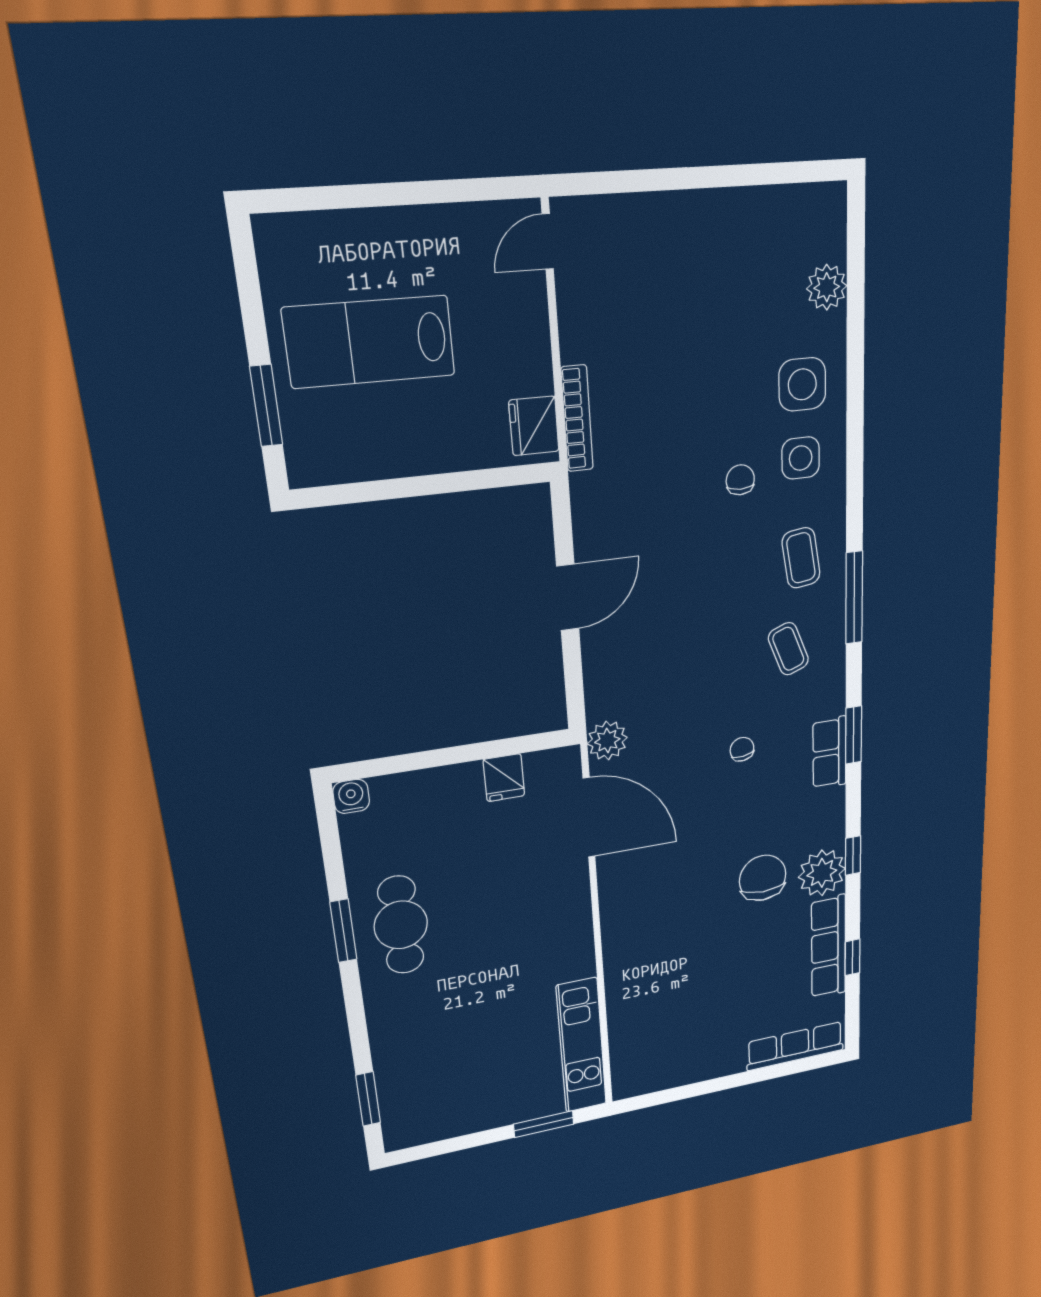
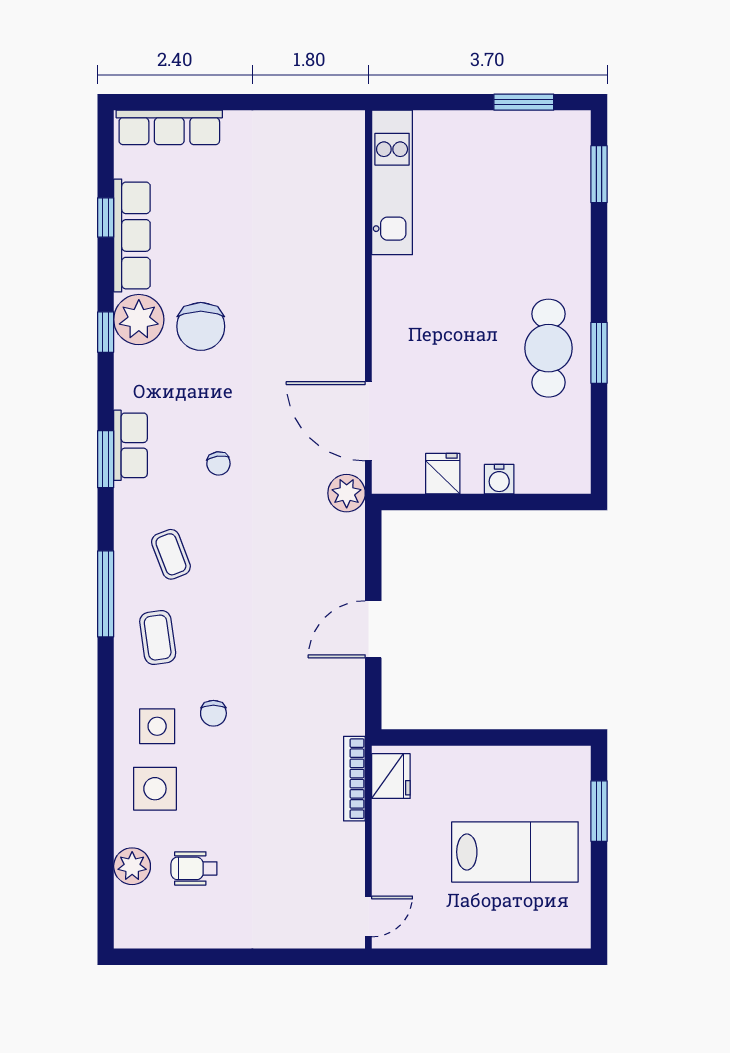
wheelchair: (758, 290) -> (194, 868), added
water cooler: (351, 796) -> (499, 479), moved
window: (544, 1124) -> (524, 102), moved

